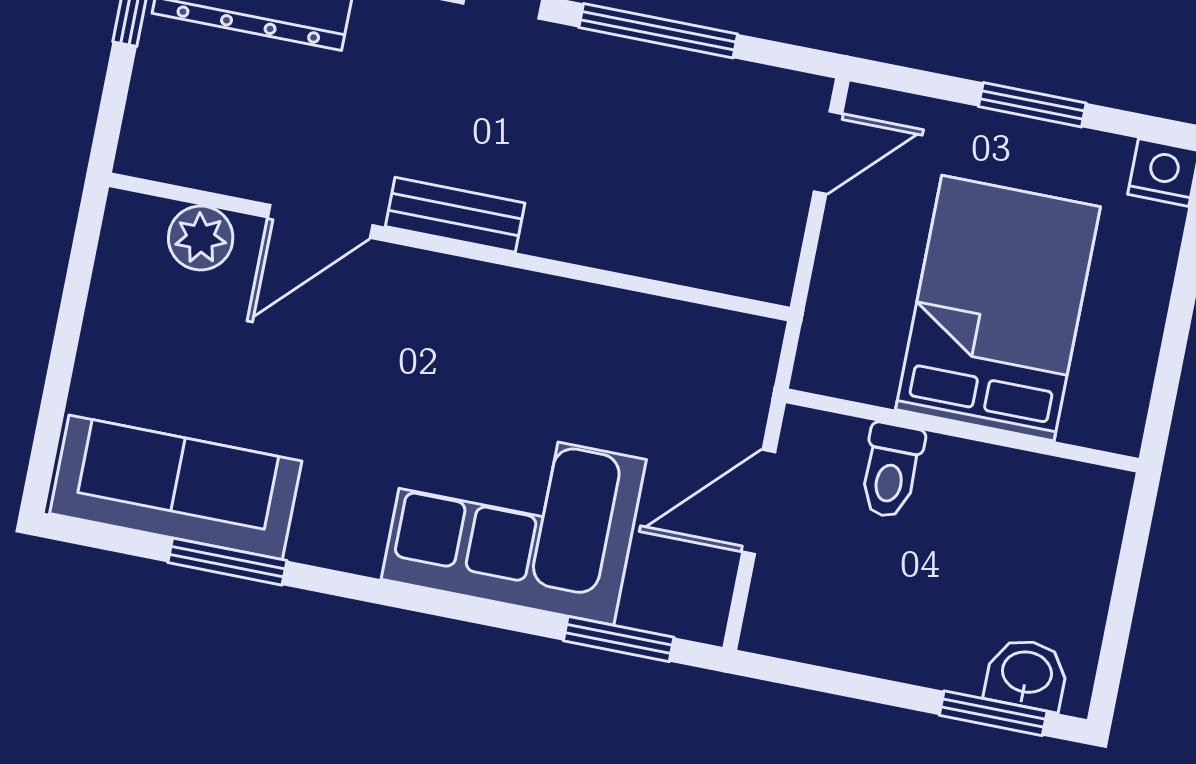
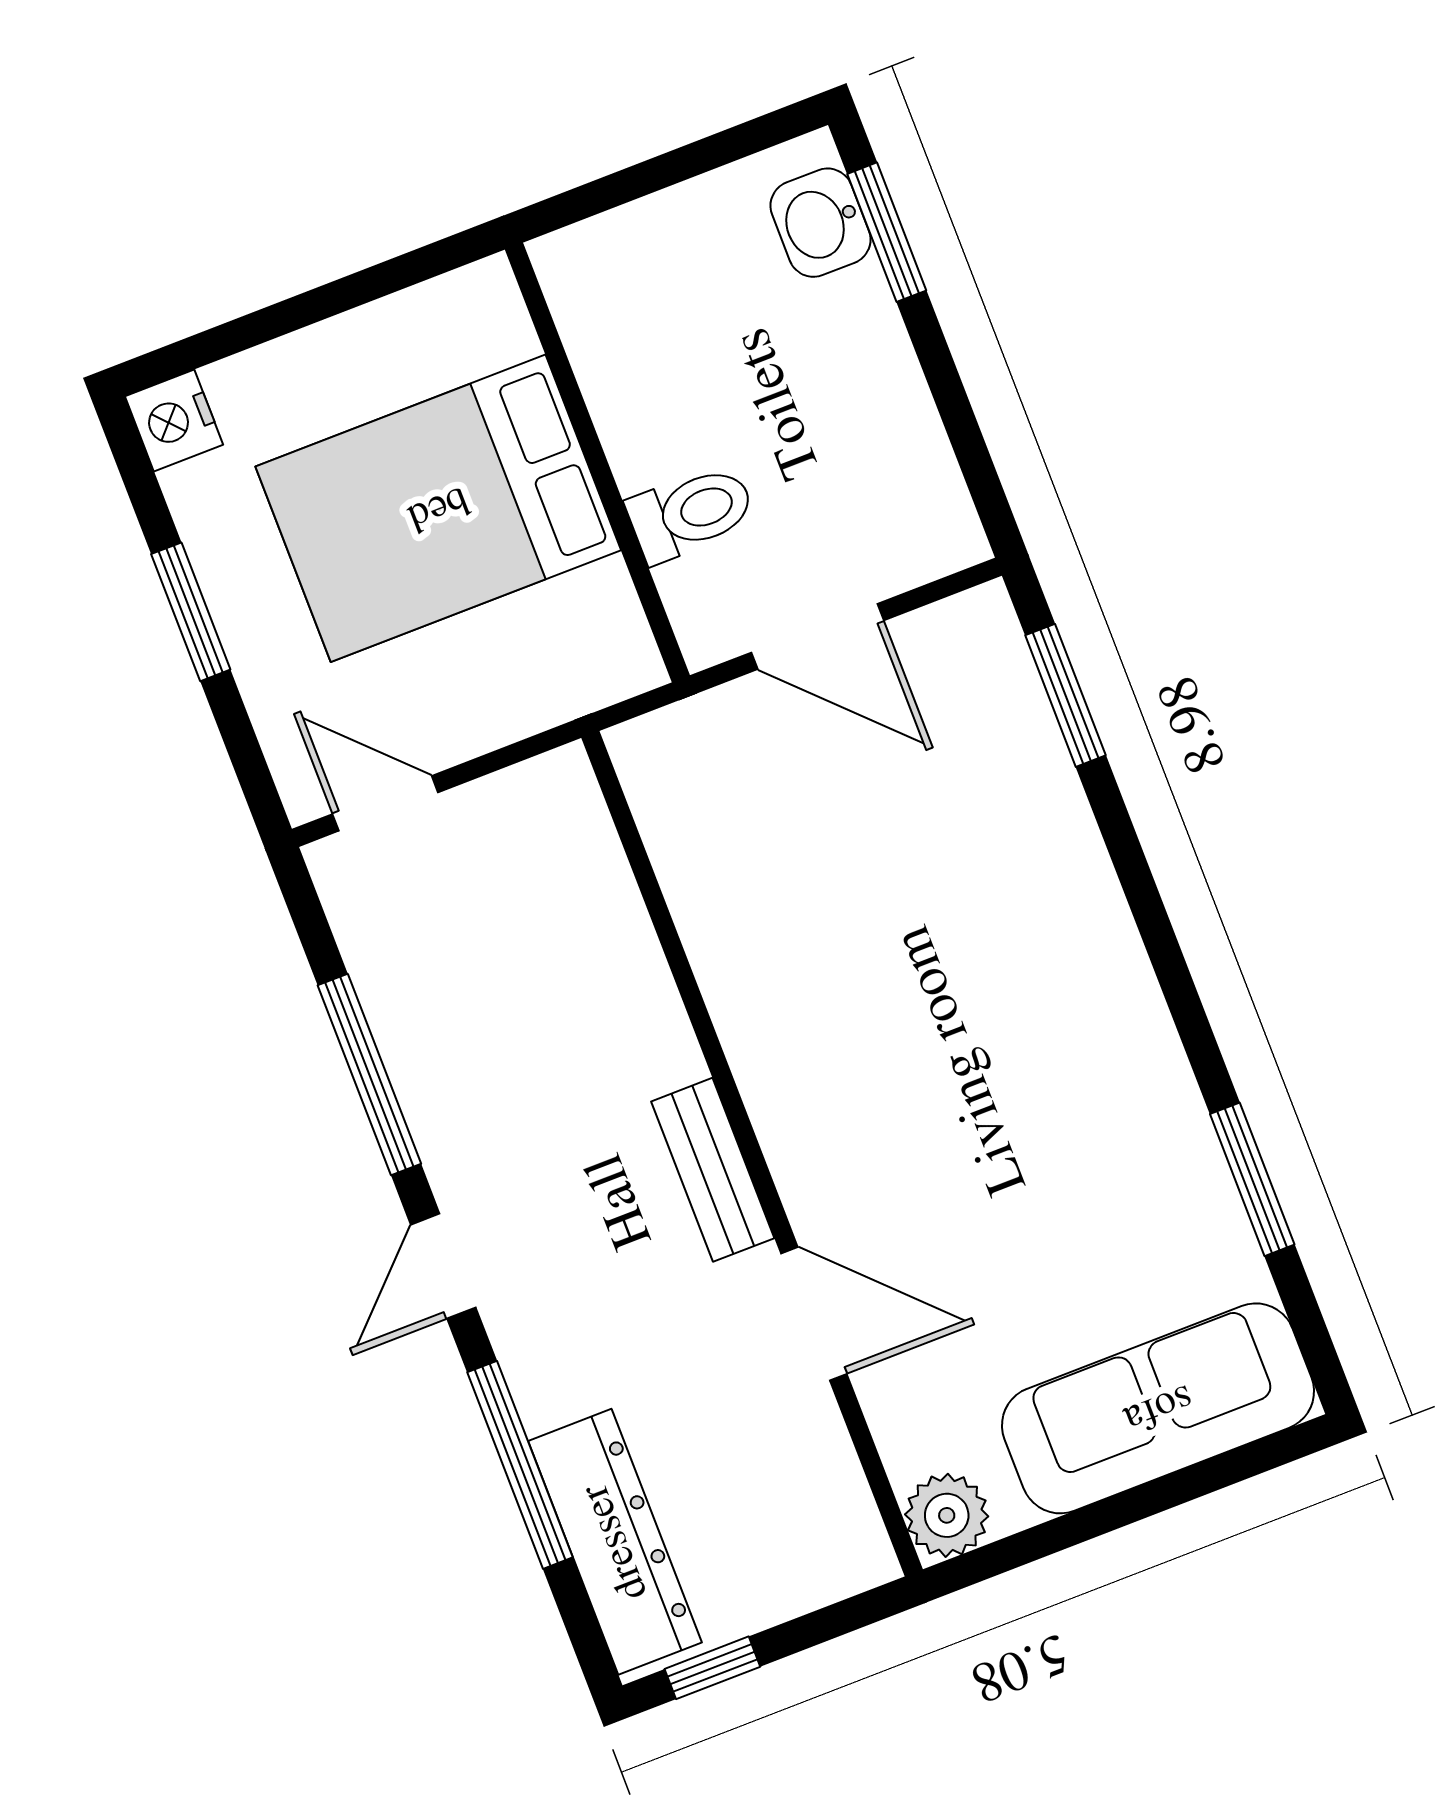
plant: (201, 238) -> (947, 1515), moved
sofa: (176, 487) -> (1158, 1408), moved, turned 90
corner sofa: (514, 519) -> (1007, 894), removed

